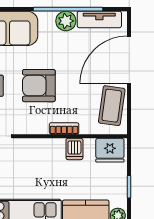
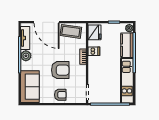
armchair: (39, 86) -> (60, 70), turned -90

